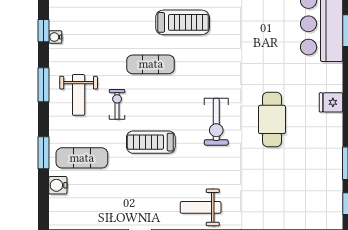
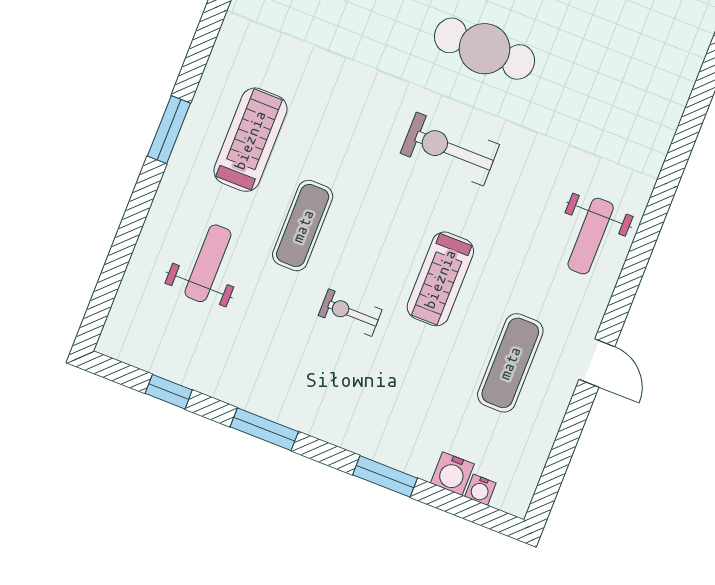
water cooler: (55, 37) -> (480, 490), moved
weight bench: (79, 95) -> (208, 263), moved, turned -90
exercise bike: (216, 122) -> (450, 149), turned 180
exercise mat: (82, 158) -> (510, 363), moved

